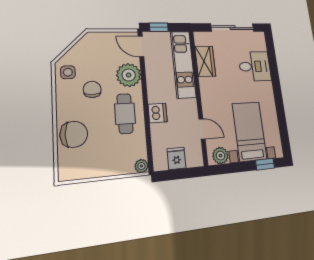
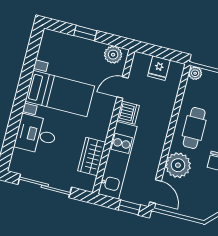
dishwasher: (158, 113) -> (128, 113), moved, turned 180
door: (202, 129) -> (122, 87), hinge flipped
bed with nightstands: (249, 131) -> (60, 94), moved, turned -90
window: (265, 164) -> (85, 33), moved

